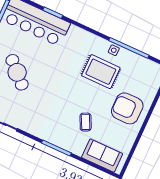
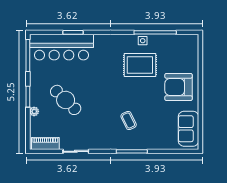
coffee table: (86, 122) -> (129, 120), moved
sofa: (102, 156) -> (189, 129), moved, turned -90

